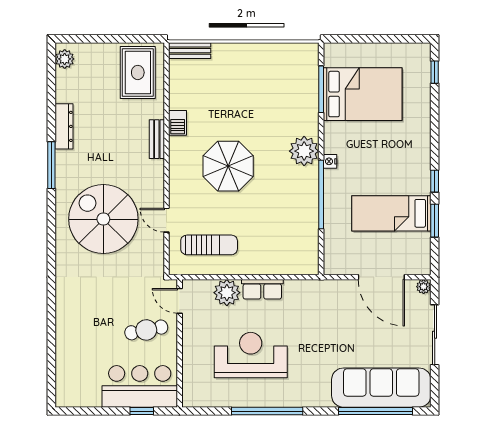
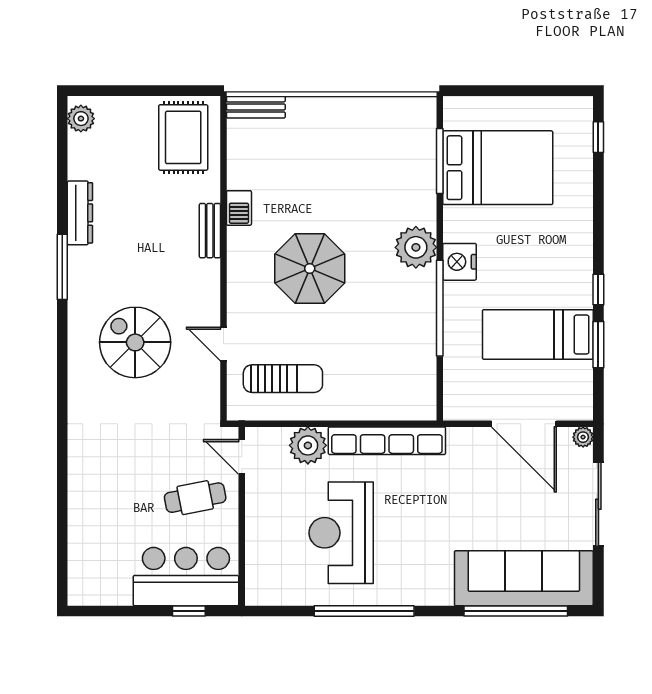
nightstand: (330, 161) -> (460, 262), width x1.89, depth x1.79
spiral stairs: (103, 219) -> (135, 342), width x0.73, depth x0.73
row of seats: (262, 289) -> (387, 441), width x2.02
reception desk: (251, 355) -> (341, 533), turned -90

